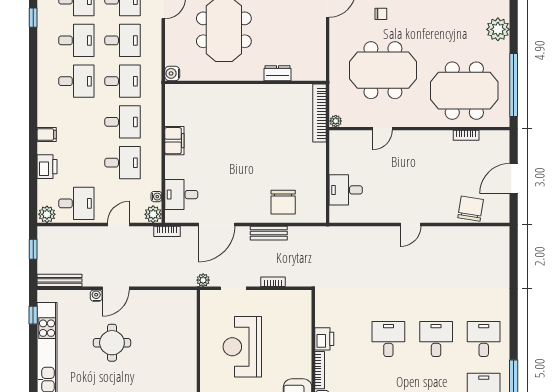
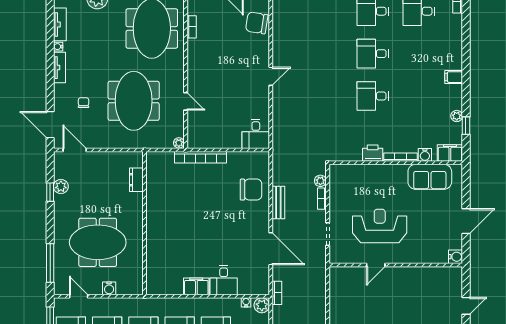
water cooler: (172, 73) -> (109, 288), moved
dresser: (278, 73) -> (136, 180), moved
bookcase: (319, 113) -> (200, 157), moved
desk: (346, 190) -> (256, 134), moved
desk: (181, 195) -> (224, 280), moved
door: (411, 224) -> (271, 76), hinge flipped
plant: (203, 280) -> (320, 181), moved
door: (198, 342) -> (376, 265), added
reception desk: (242, 347) -> (380, 226), turned 180

